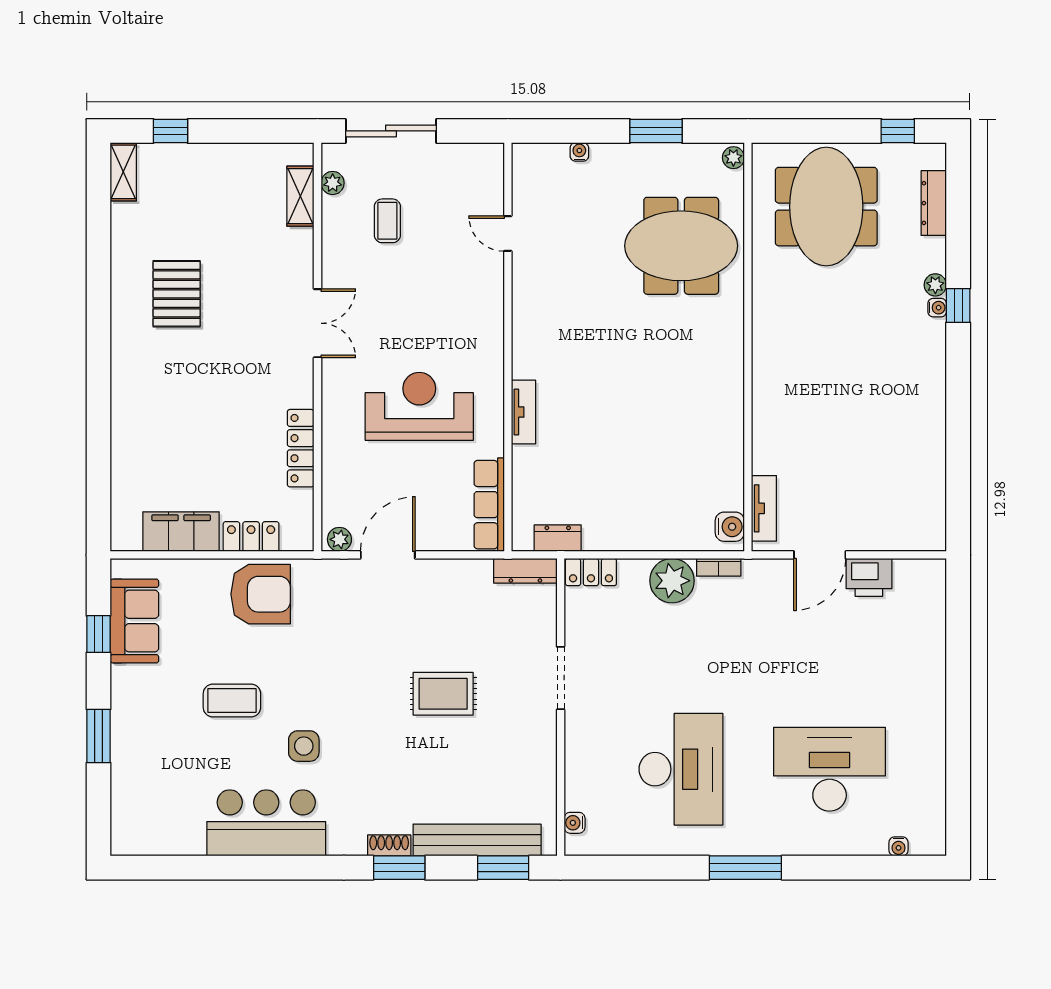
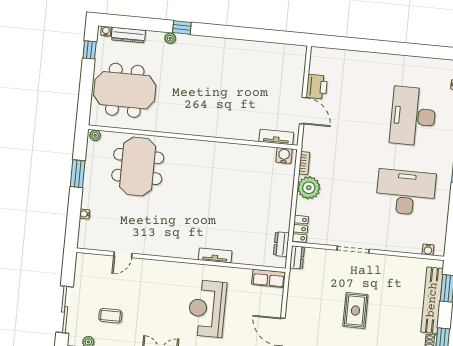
water cooler: (937, 308) -> (106, 31), moved
row of seats: (489, 505) -> (269, 278), width x0.68
dresser: (525, 571) -> (297, 257), width x0.70

